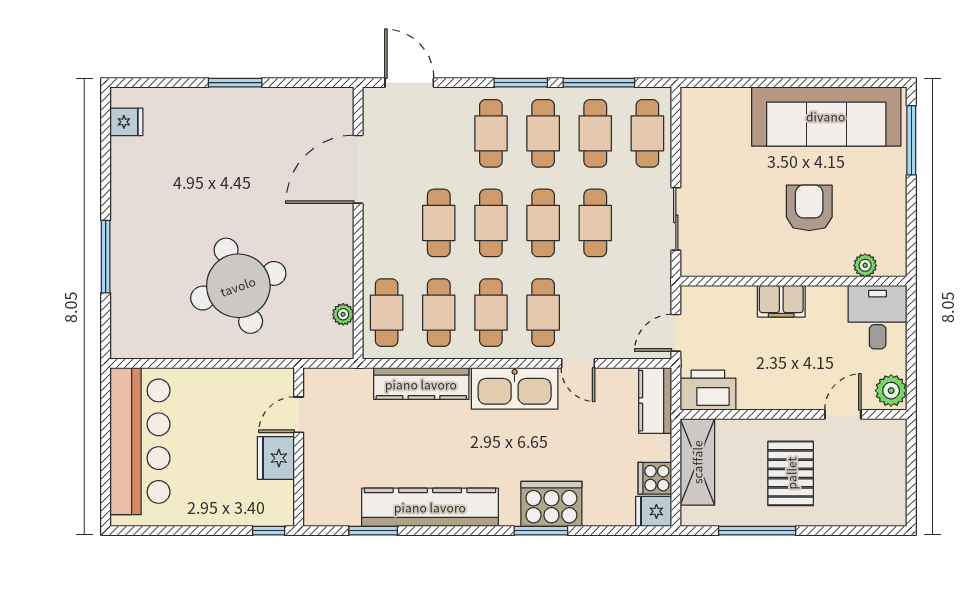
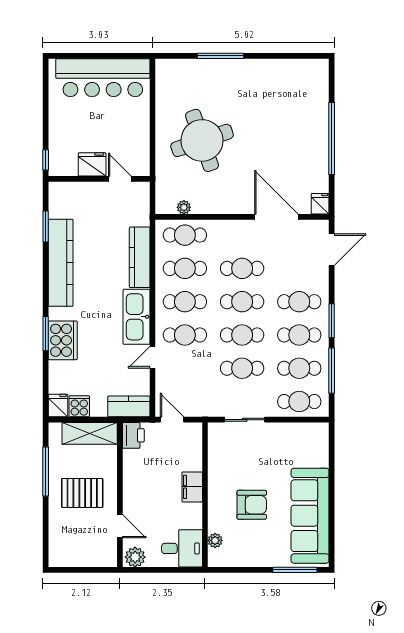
window: (235, 83) -> (332, 138), width x2.11
fridge: (126, 122) -> (320, 204), moved, turned 180
printer: (708, 390) -> (133, 435), width x0.73, depth x0.84

